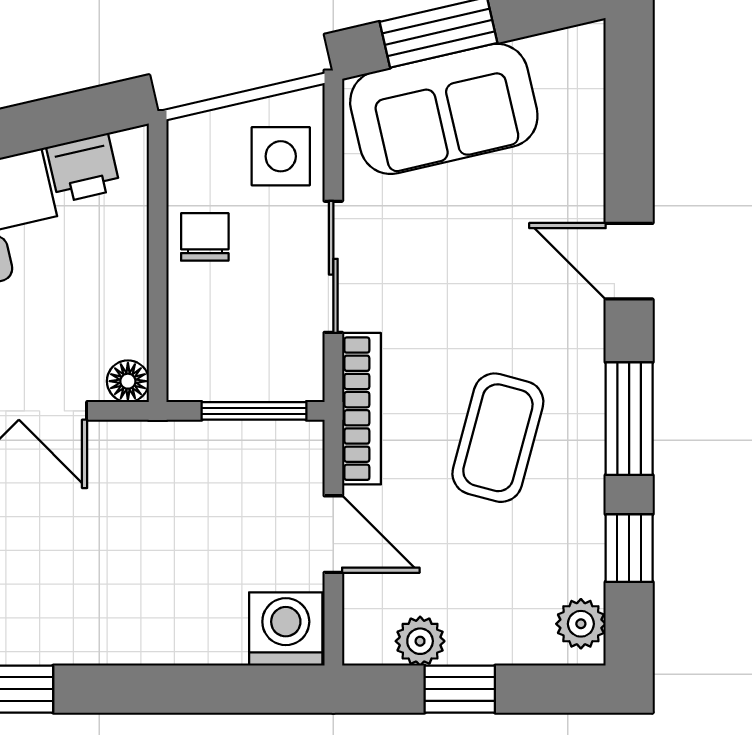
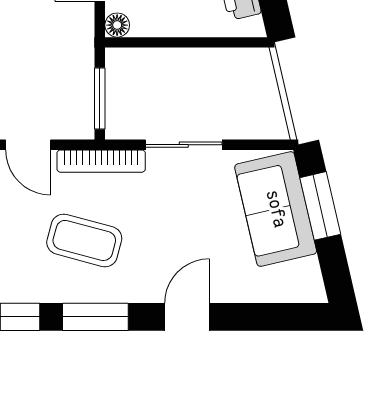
side table: (281, 156) -> (248, 114), removed
chair: (205, 237) -> (201, 70), removed
door: (333, 534) -> (28, 145), hinge flipped

